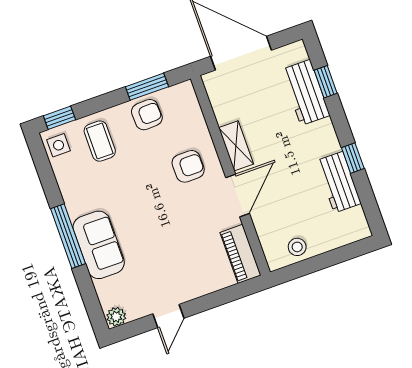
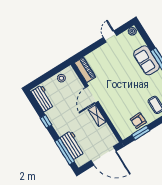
window: (326, 82) -> (65, 152), width x2.17
armchair: (188, 166) -> (116, 102), removed
workbench: (339, 182) -> (43, 98), moved

